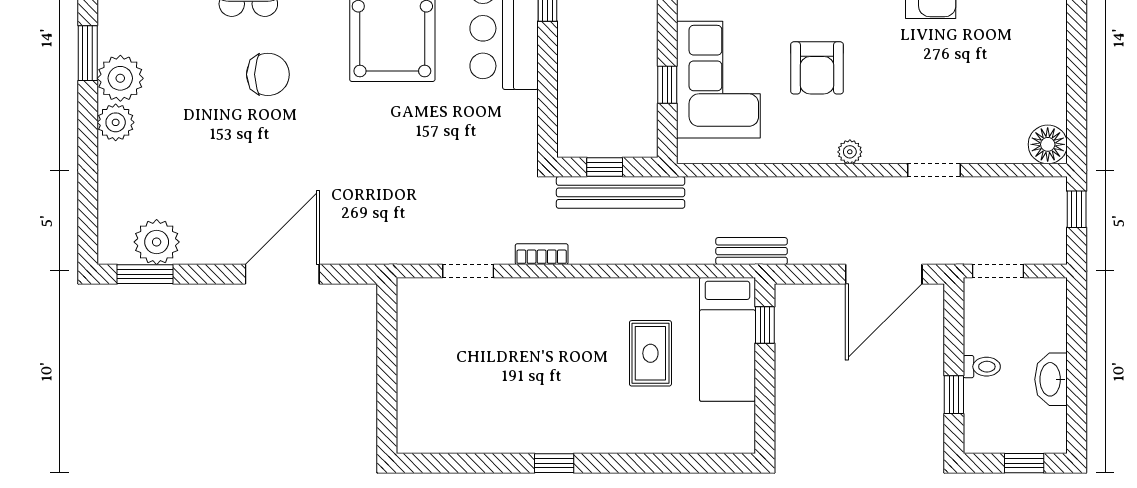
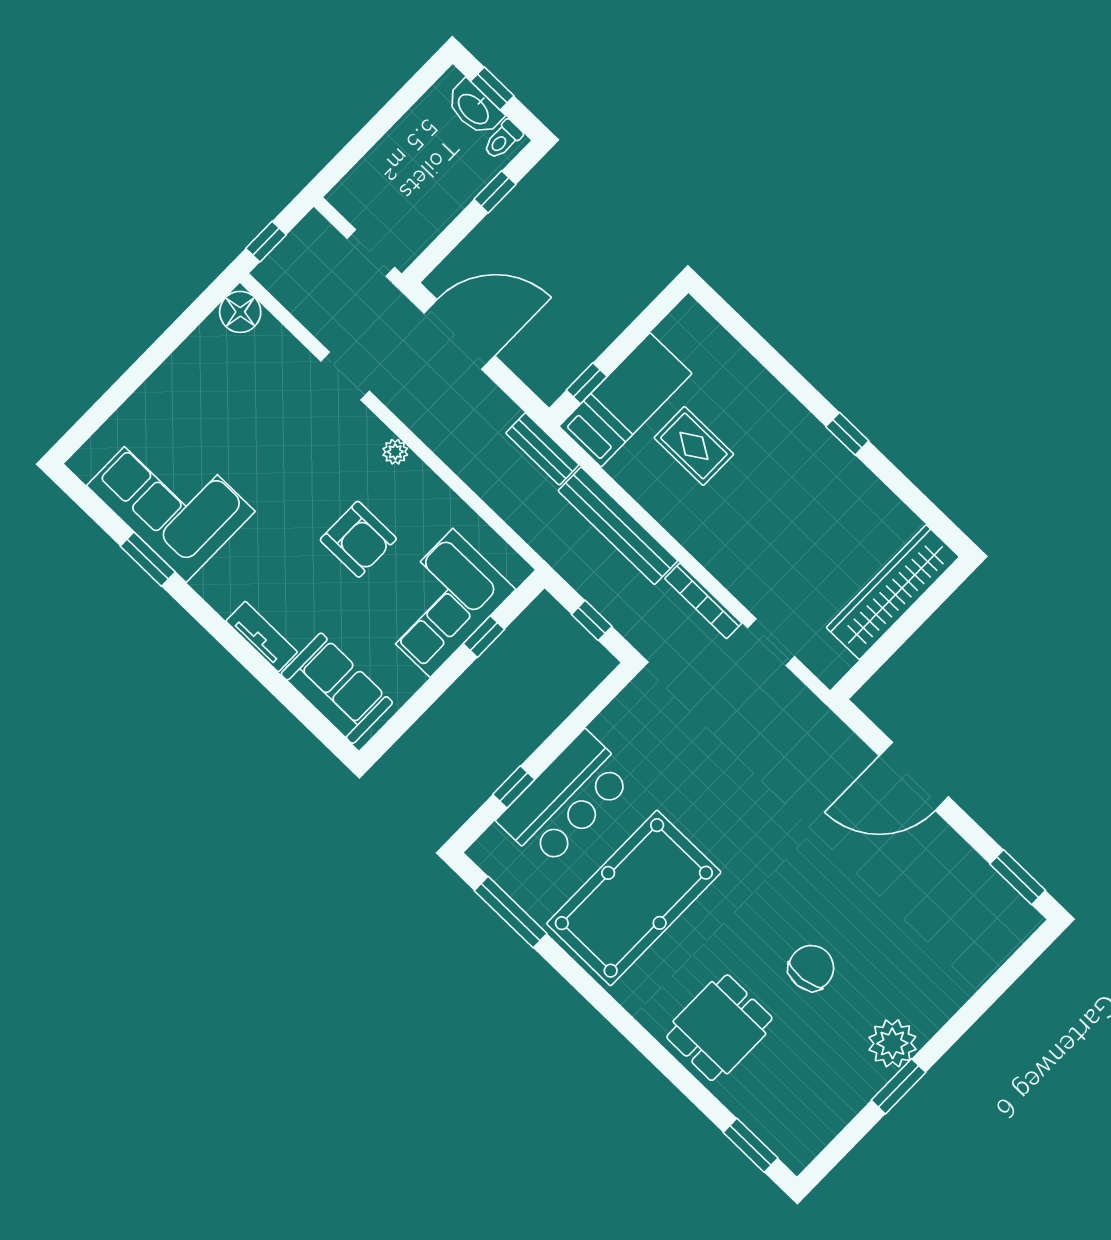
armchair: (817, 68) -> (358, 539), turned 90
chair: (268, 74) -> (811, 968), moved, turned 84
plant: (116, 122) -> (928, 1013), removed
bench: (621, 192) -> (618, 526), moved
plant: (157, 242) -> (985, 893), removed
bookcase: (542, 254) -> (703, 601), width x1.56
rug: (650, 353) -> (694, 446), turned 90
toilet: (982, 367) -> (503, 140), moved, turned -90
washbasin: (1051, 379) -> (474, 108), moved, turned 90
wardrobe: (418, 385) -> (893, 592), added

